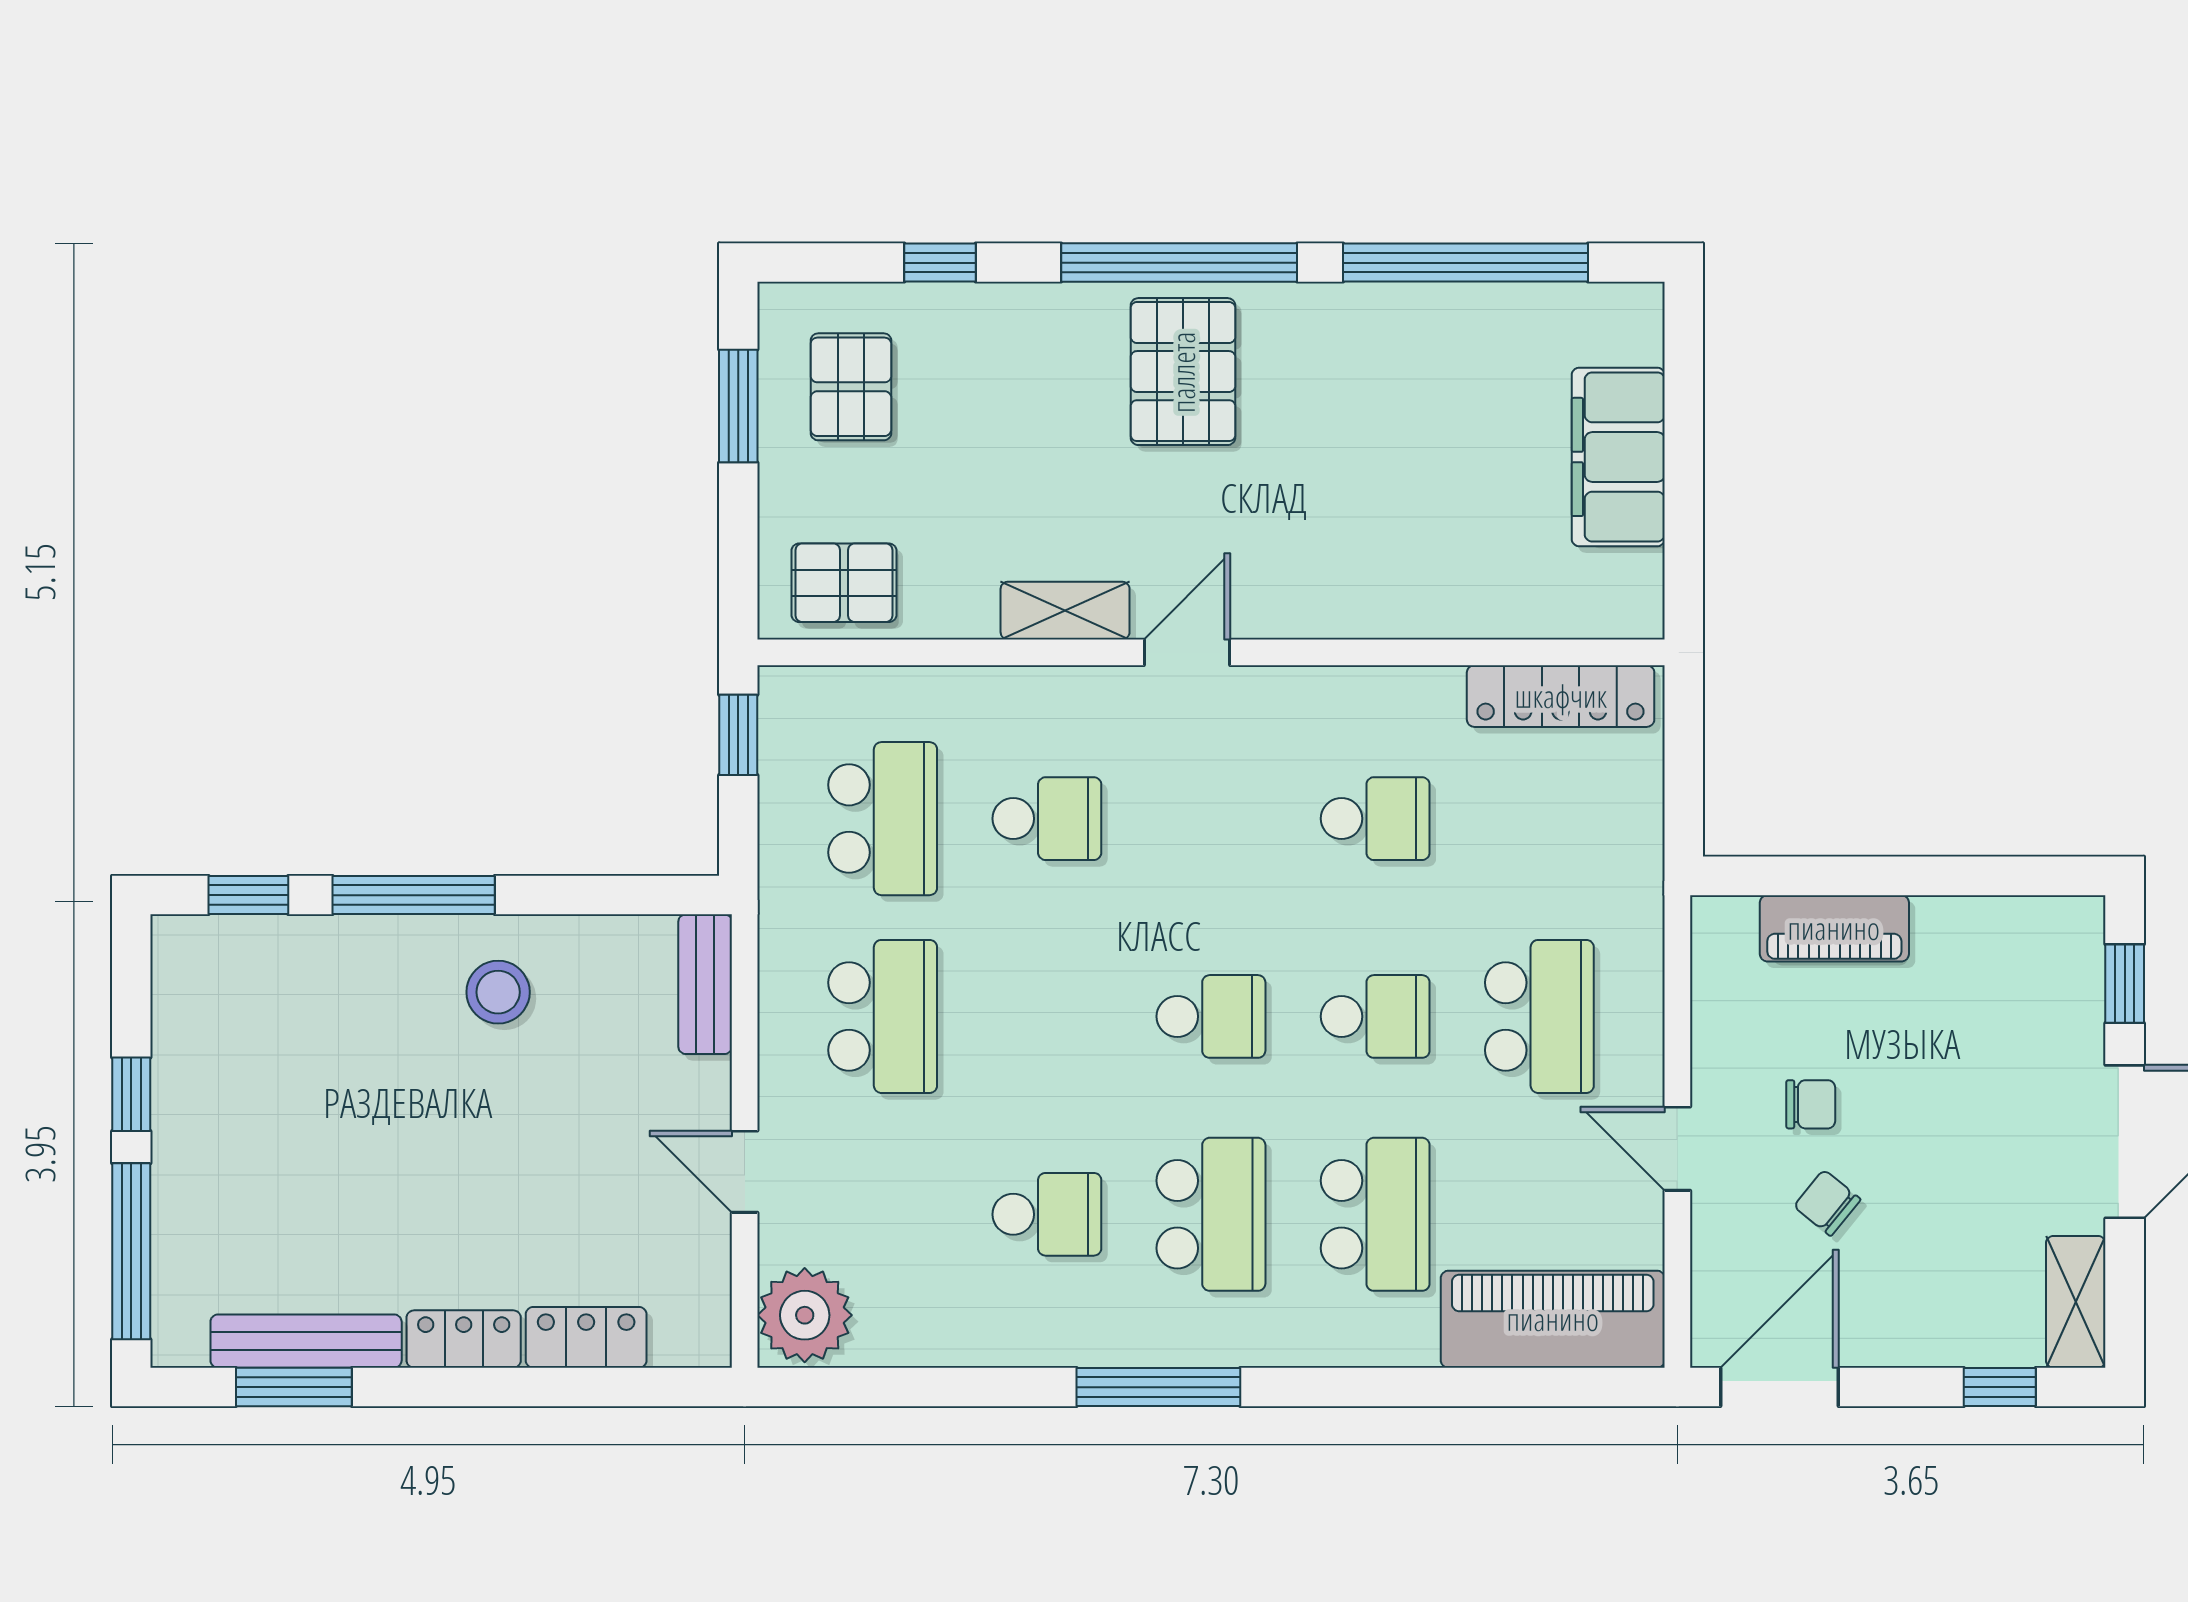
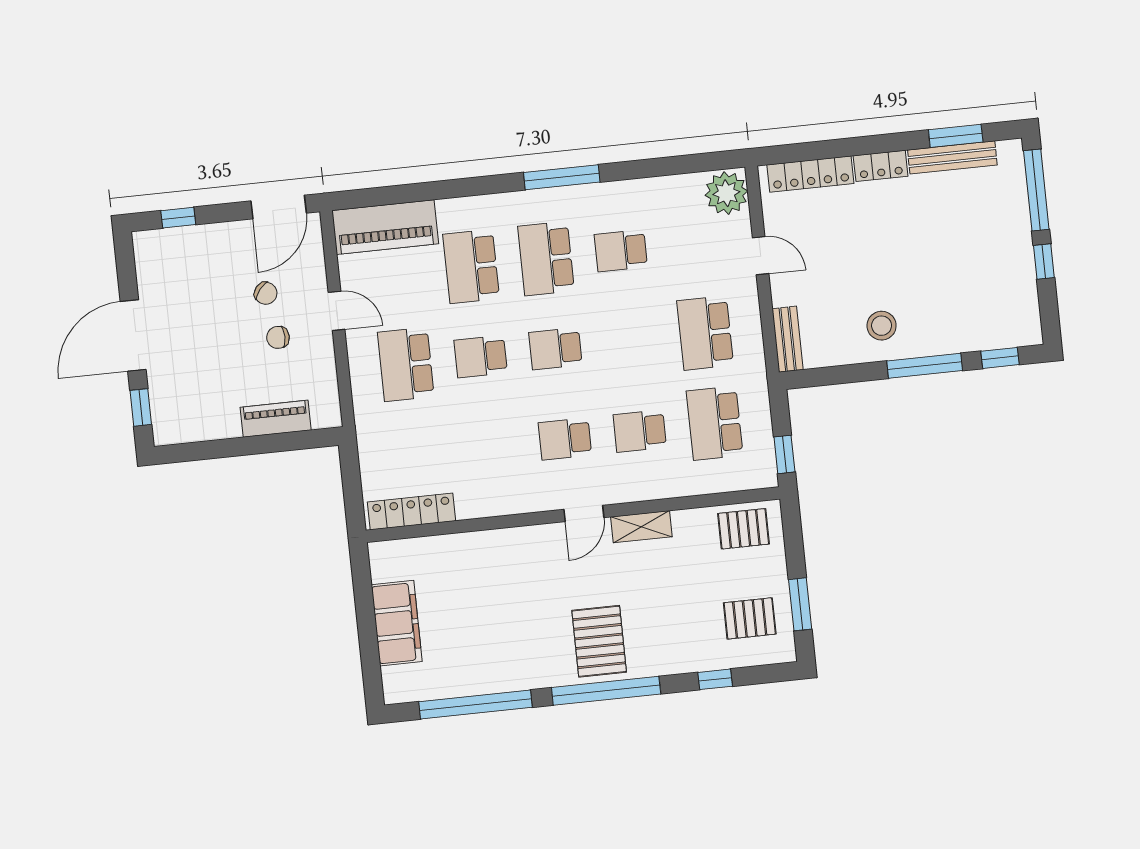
pallet: (851, 387) -> (750, 618), turned 90
school desk: (1375, 819) -> (565, 439), moved
shelving: (2076, 1302) -> (148, 260), removed
locker: (586, 1337) -> (810, 174), width x1.53

